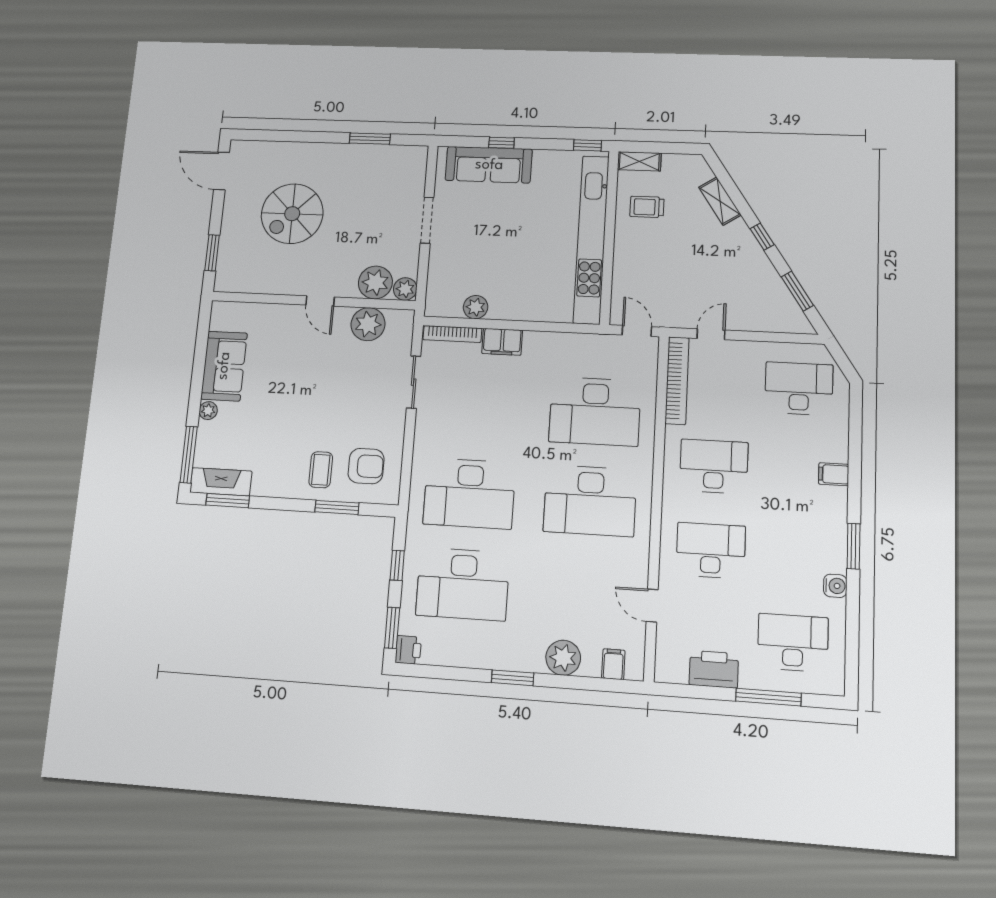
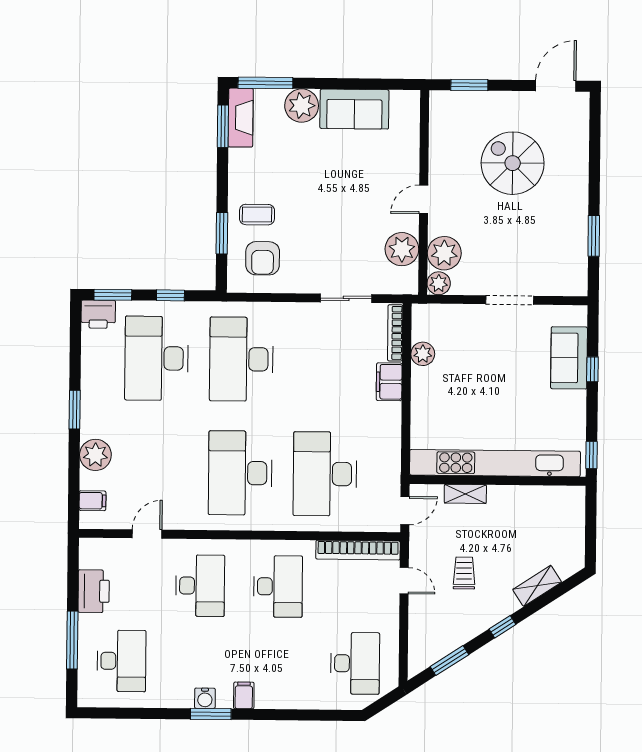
shelving: (639, 161) -> (465, 494), moved, turned 90
sofa: (489, 165) -> (569, 358), width x0.73
trolley: (647, 207) -> (464, 573), moved
plant: (208, 411) -> (302, 106), width x1.88, depth x1.88
filing cabinet: (834, 474) -> (244, 695), moved
water cooler: (835, 586) -> (205, 698), moved
printer: (408, 650) -> (98, 314), width x1.36, depth x1.24

